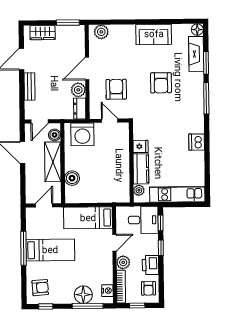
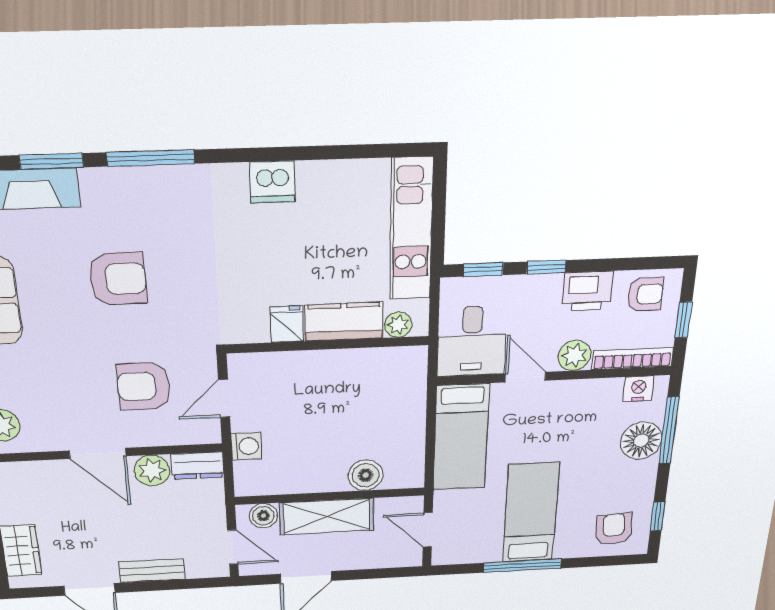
washing machine: (82, 134) -> (246, 446), width x0.53, depth x0.53
desk: (143, 220) -> (472, 341), moved, turned 180

